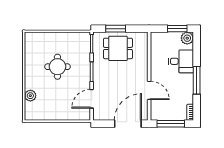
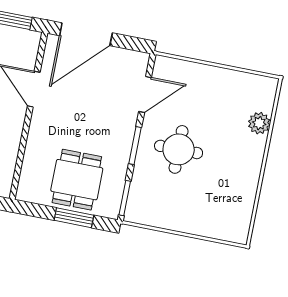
dining table: (118, 48) -> (77, 180), turned 90
round table: (57, 67) -> (179, 149), moved

